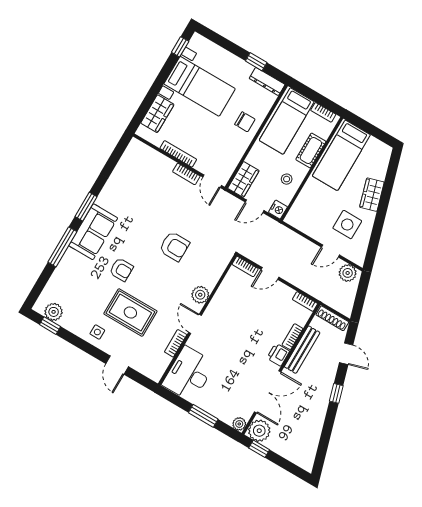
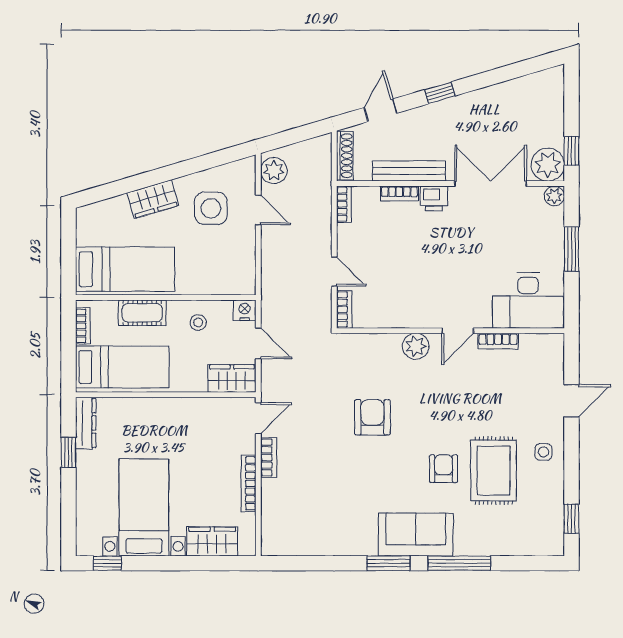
chair: (245, 122) -> (155, 421), removed
plant: (54, 312) -> (551, 525), removed
rug: (130, 313) -> (494, 471), moved

